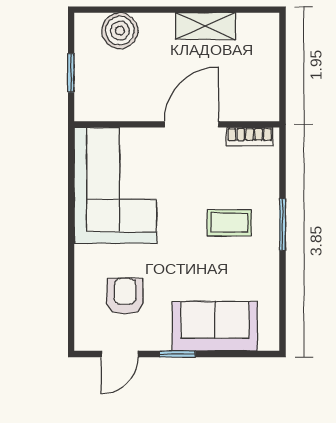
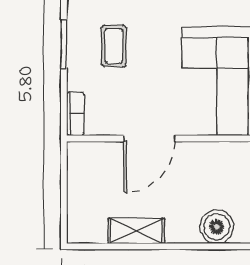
bookcase: (250, 137) -> (75, 114), moved, turned 90
coffee table: (229, 223) -> (114, 46), turned 90

